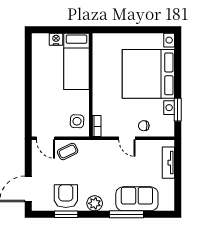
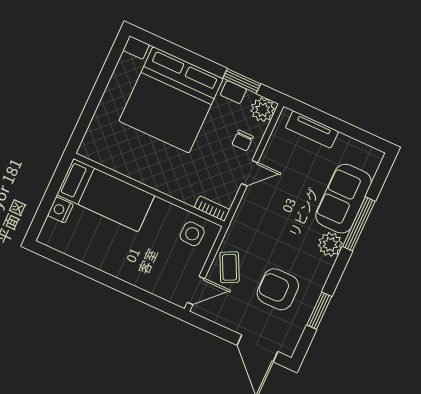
plant: (167, 129) -> (263, 110), added
armchair: (66, 196) -> (278, 289), moved
plant: (95, 203) -> (330, 244), moved

